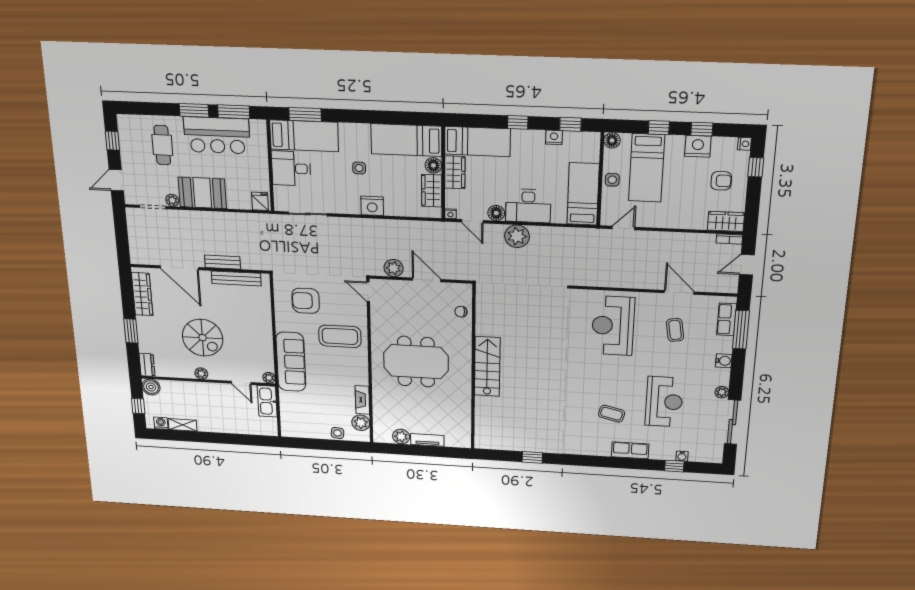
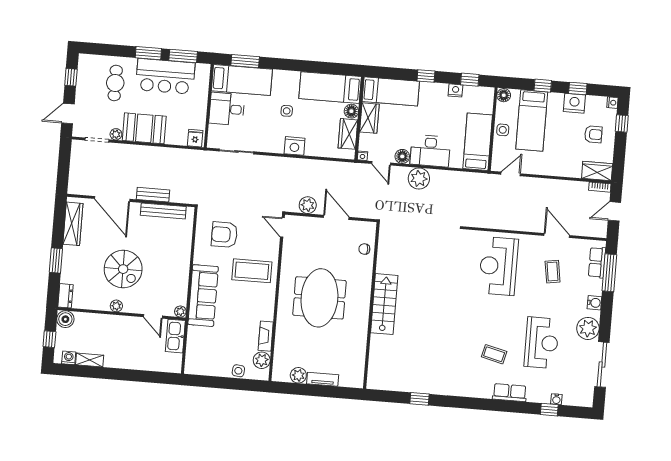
meeting table: (416, 362) -> (319, 298), turned 90
plant: (722, 392) -> (588, 328), width x1.88, depth x1.88

